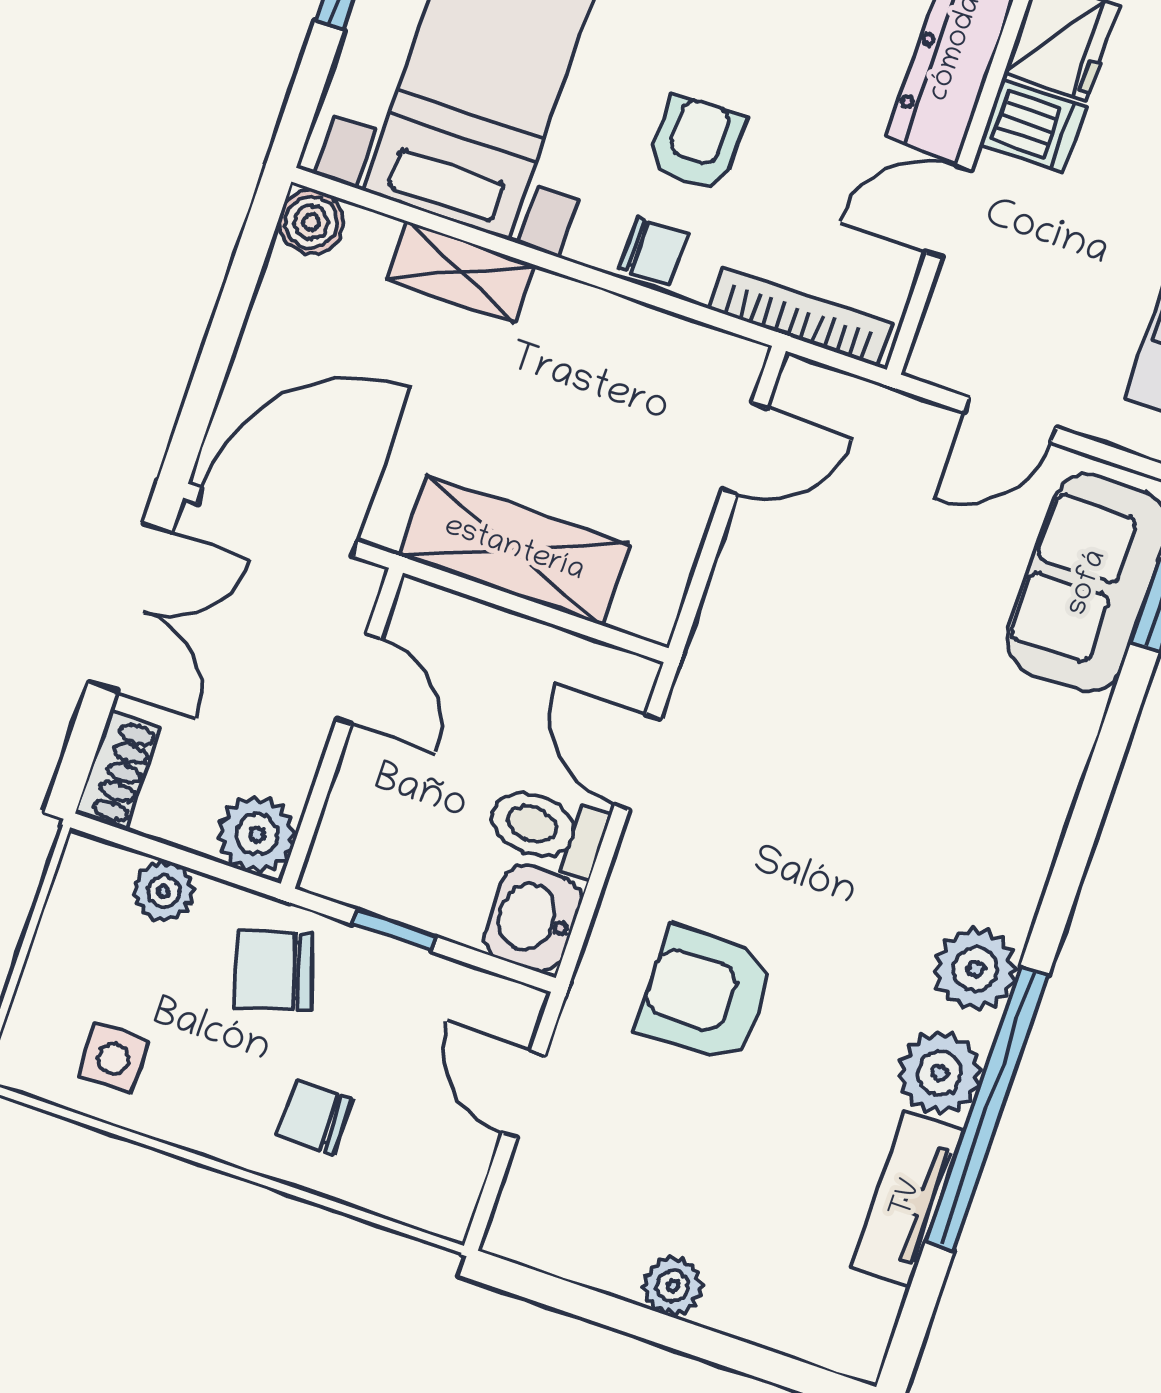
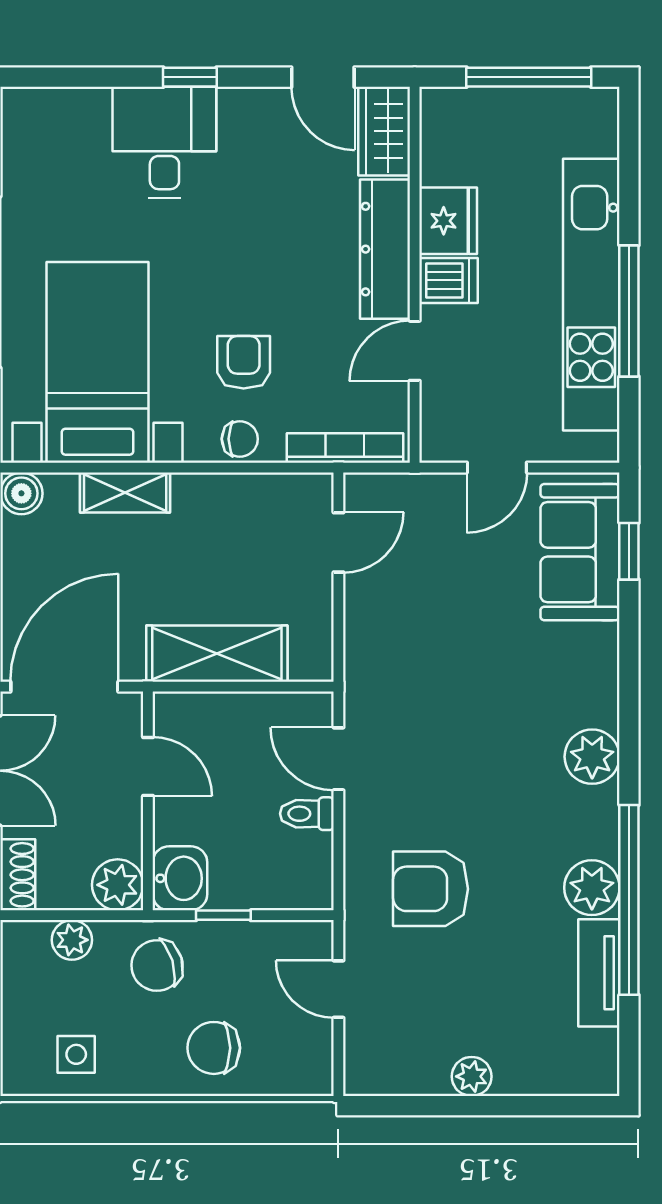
toilet: (547, 829) -> (307, 814), width x0.73, depth x0.72
washbasin: (532, 918) -> (180, 878), moved, turned 180
plant: (975, 969) -> (592, 757), moved
chair: (315, 1117) -> (214, 1048), width x1.37, depth x1.37

